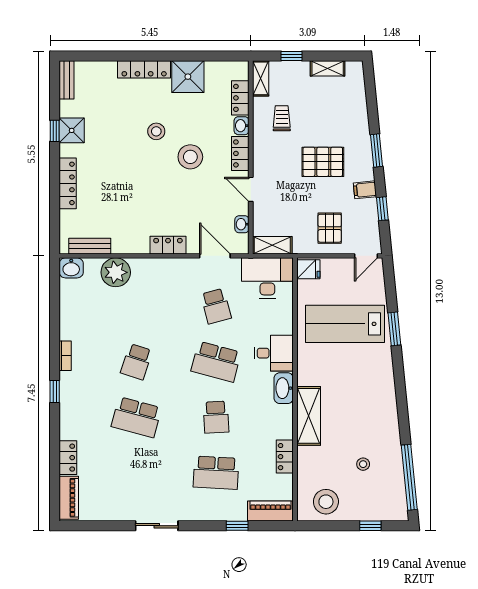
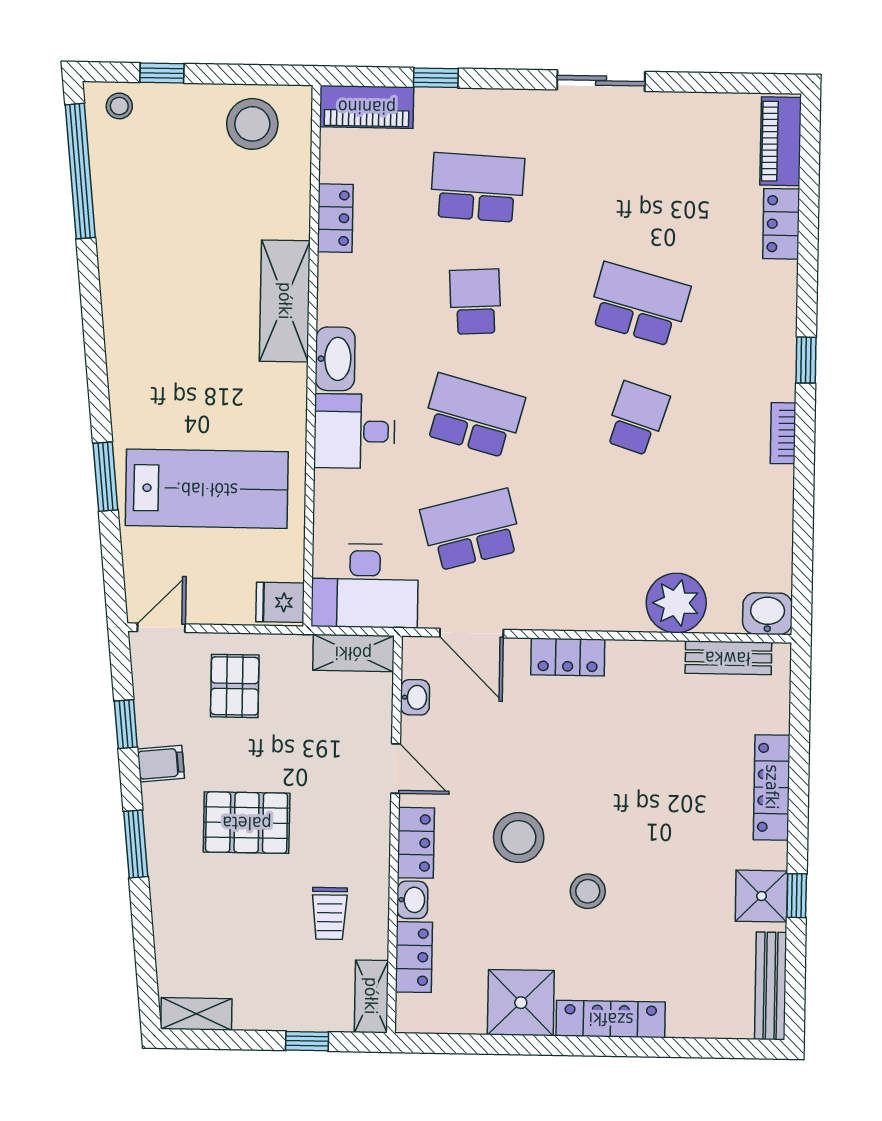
shelving: (328, 68) -> (196, 1014), moved
bench: (67, 80) -> (771, 986), width x1.36
school desk: (216, 306) -> (471, 530), width x1.85
stool: (363, 464) -> (119, 106), moved

